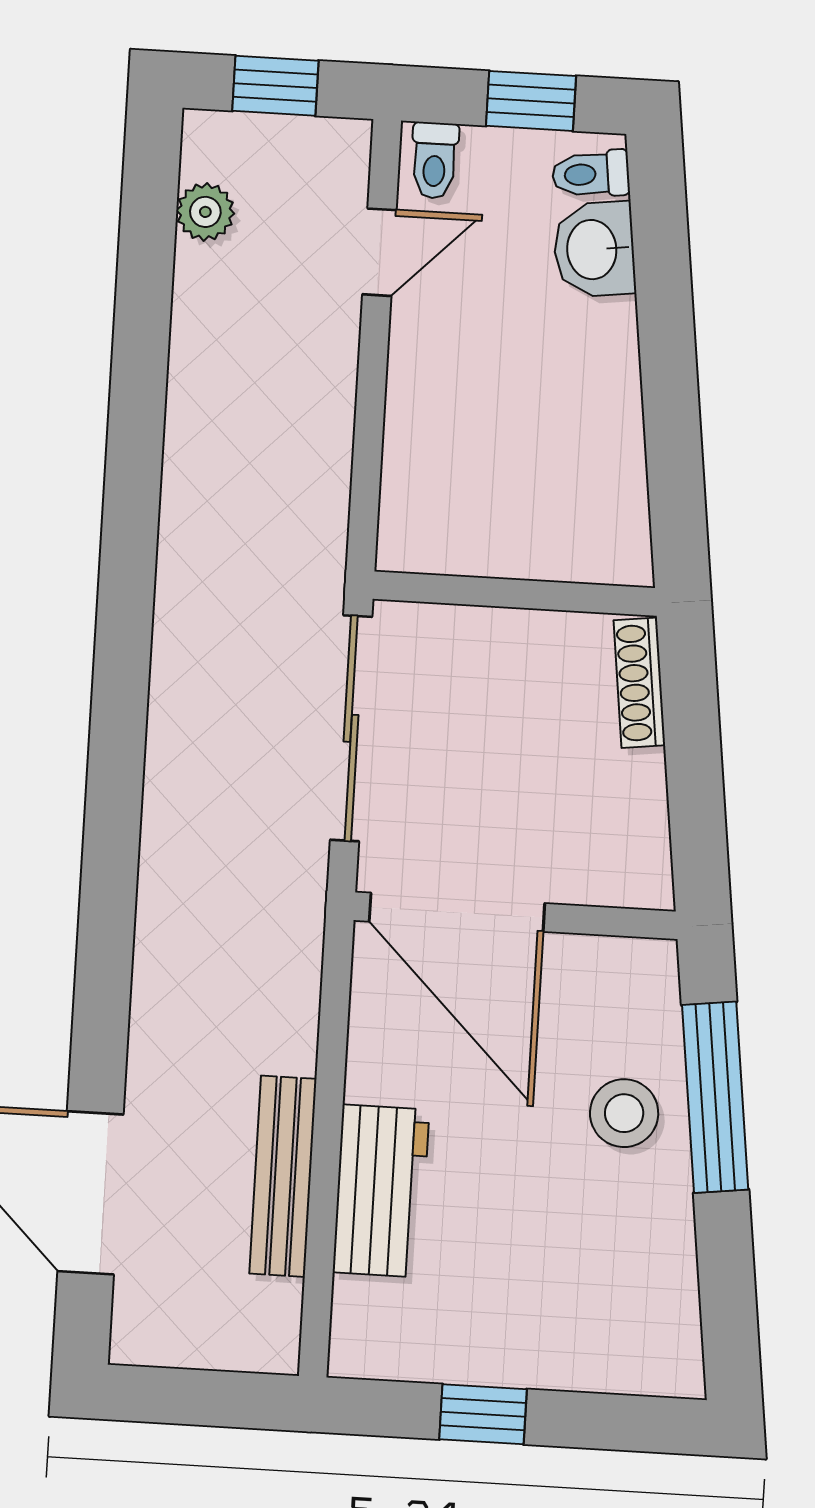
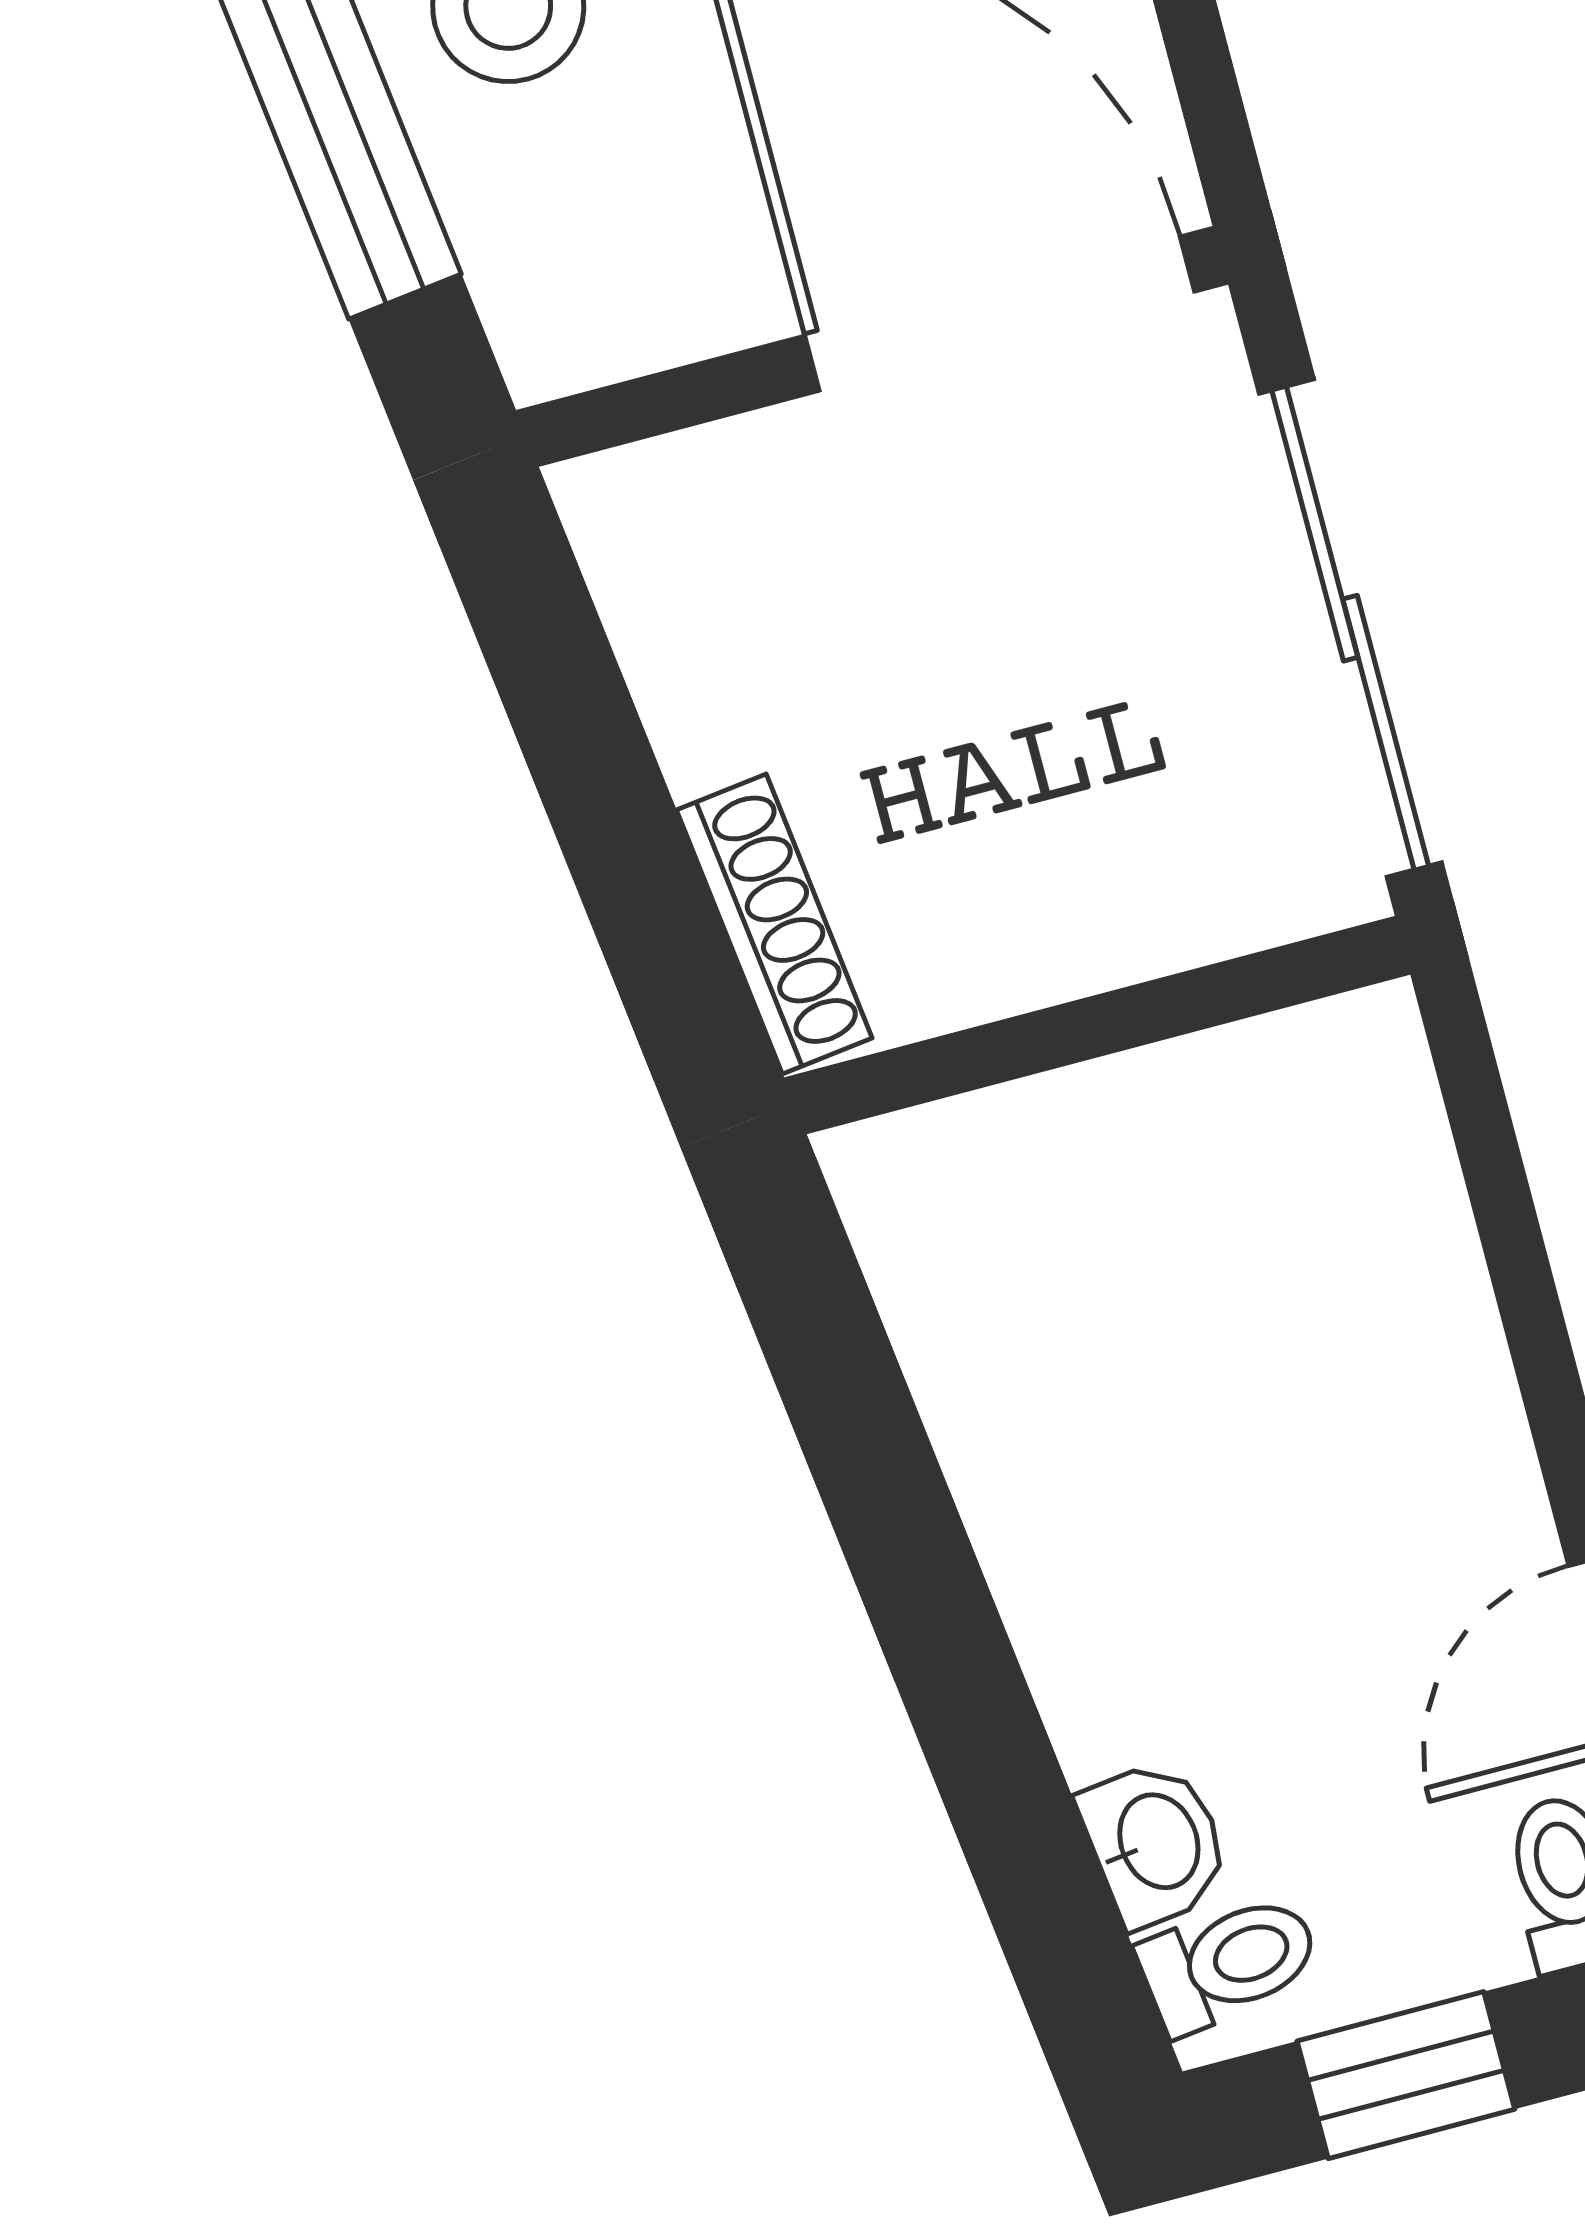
washbasin: (594, 249) -> (1156, 1843), width x0.72, depth x0.69

